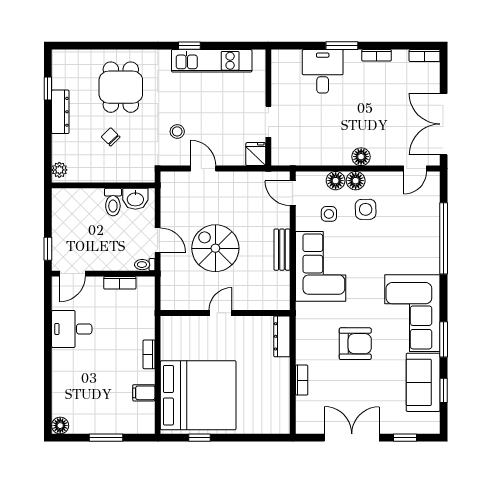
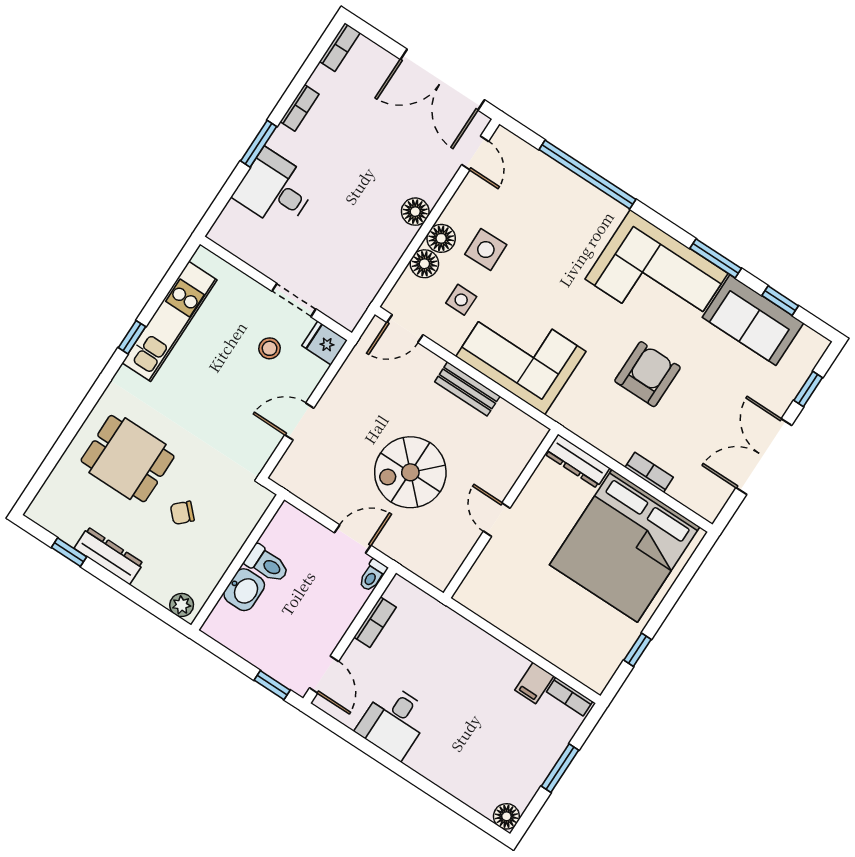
stool: (177, 131) -> (270, 348), moved
washbasin: (135, 199) -> (244, 590), moved
bookcase: (149, 354) -> (570, 697), moved
bed: (198, 395) -> (625, 546), moved, turned 180

